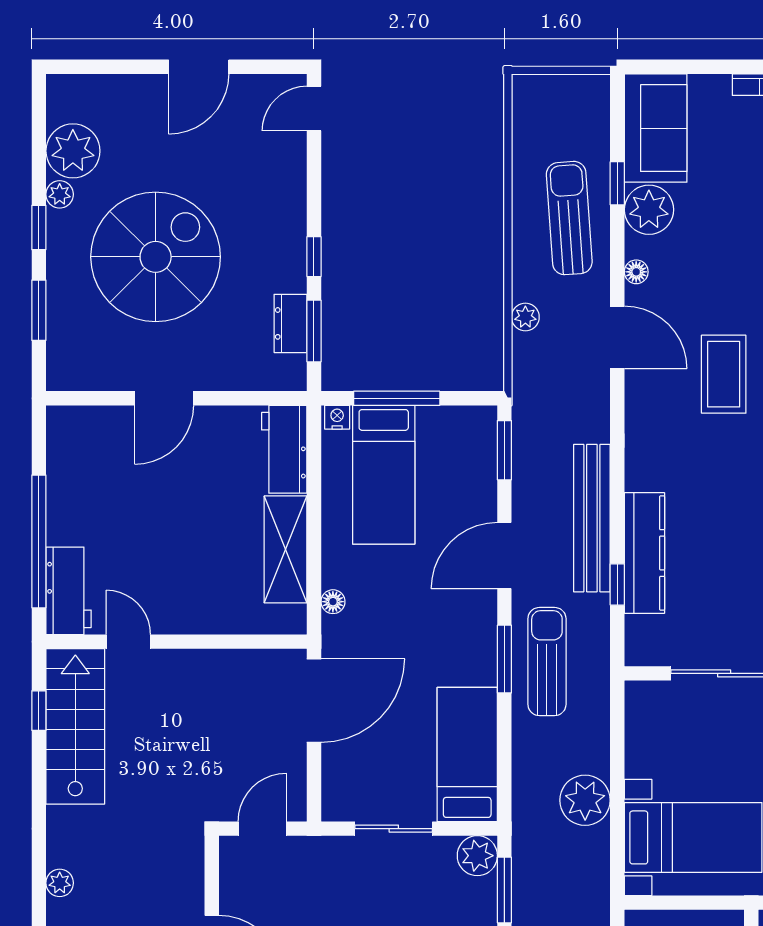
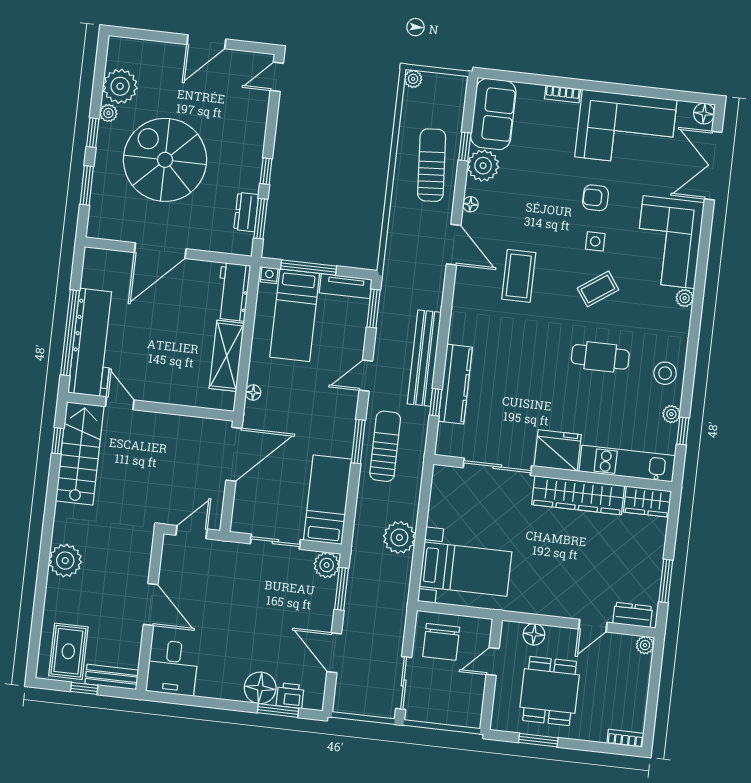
spiral stairs: (156, 257) -> (165, 160), turned -90
plant: (525, 317) -> (413, 79), moved
door: (164, 398) -> (160, 251), width x1.36
tv unit: (458, 421) -> (346, 286), added
door: (504, 556) -> (366, 376), width x0.73
workbench: (69, 591) -> (93, 343), width x1.88, depth x1.32
plant: (60, 883) -> (65, 561), width x1.87, depth x1.87

